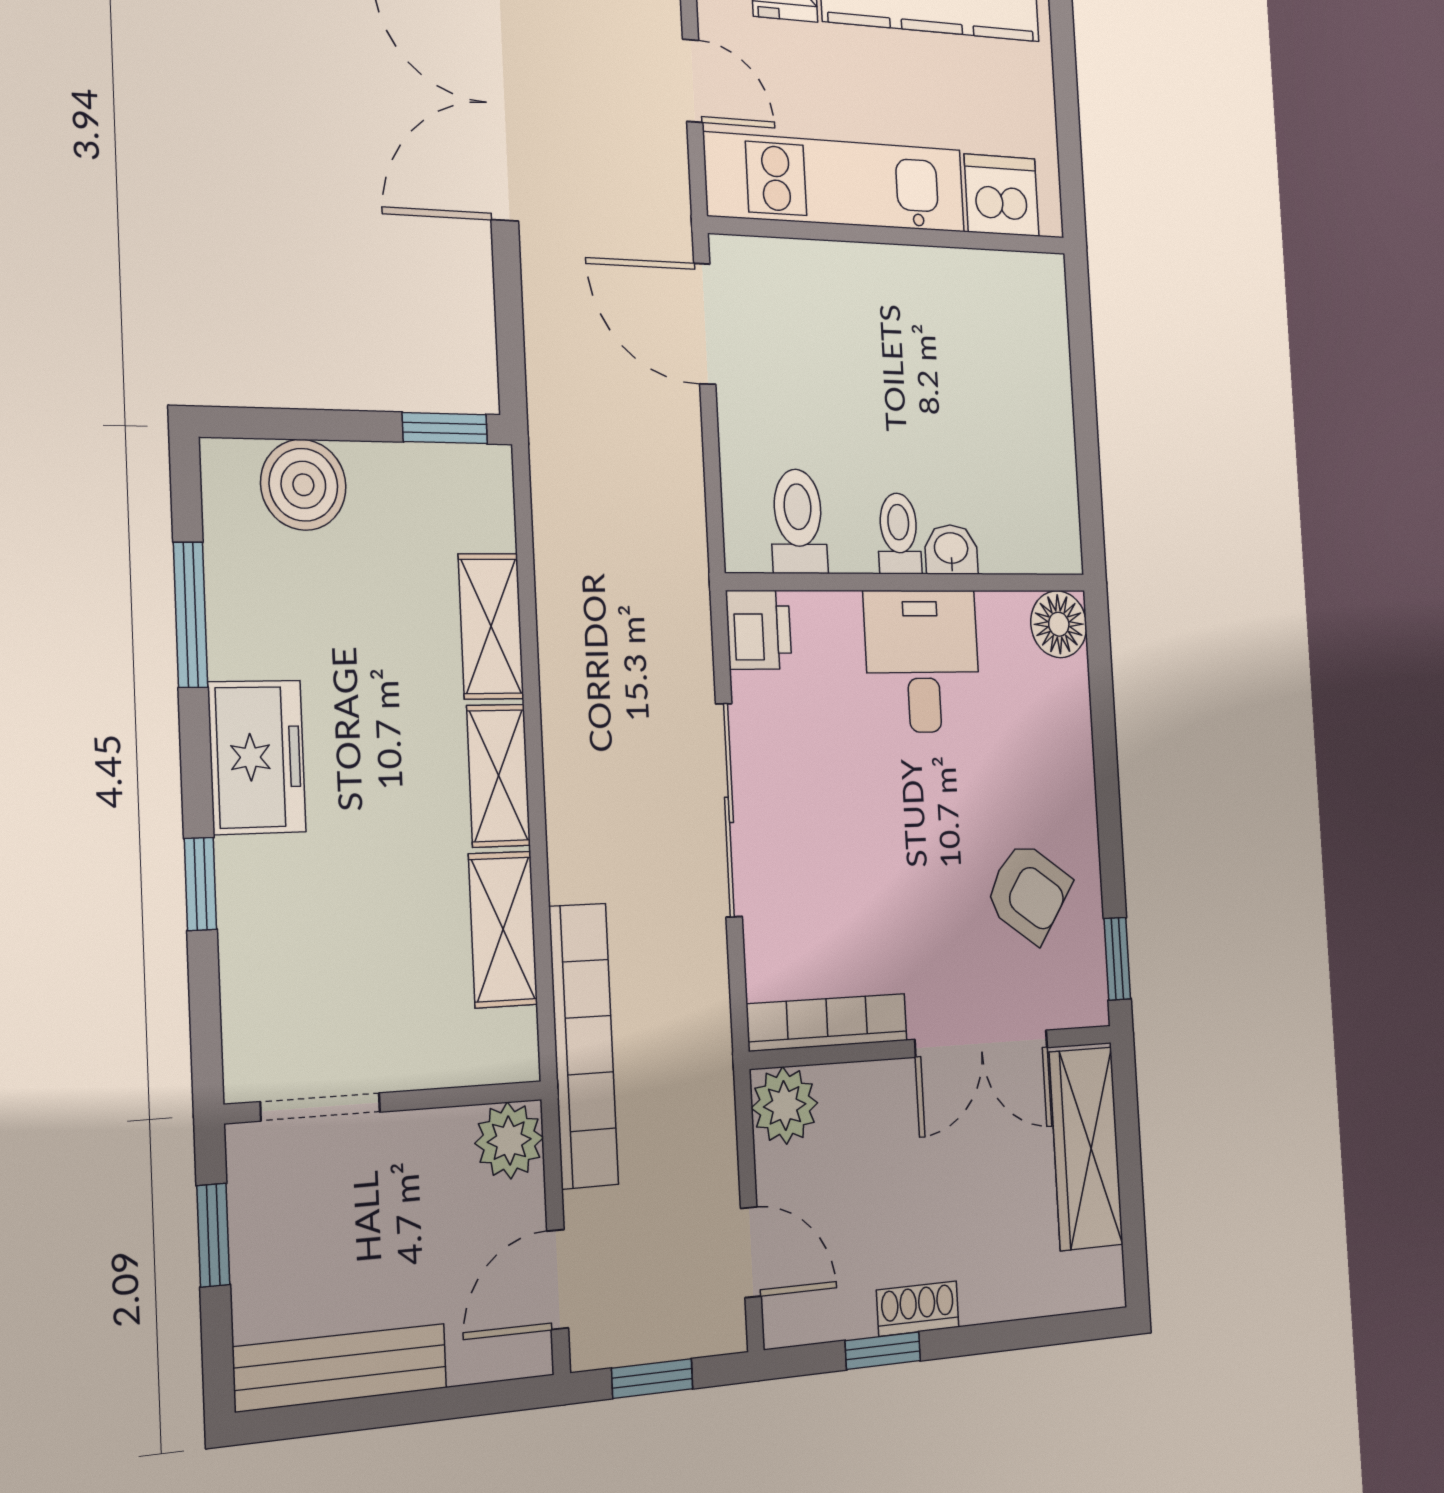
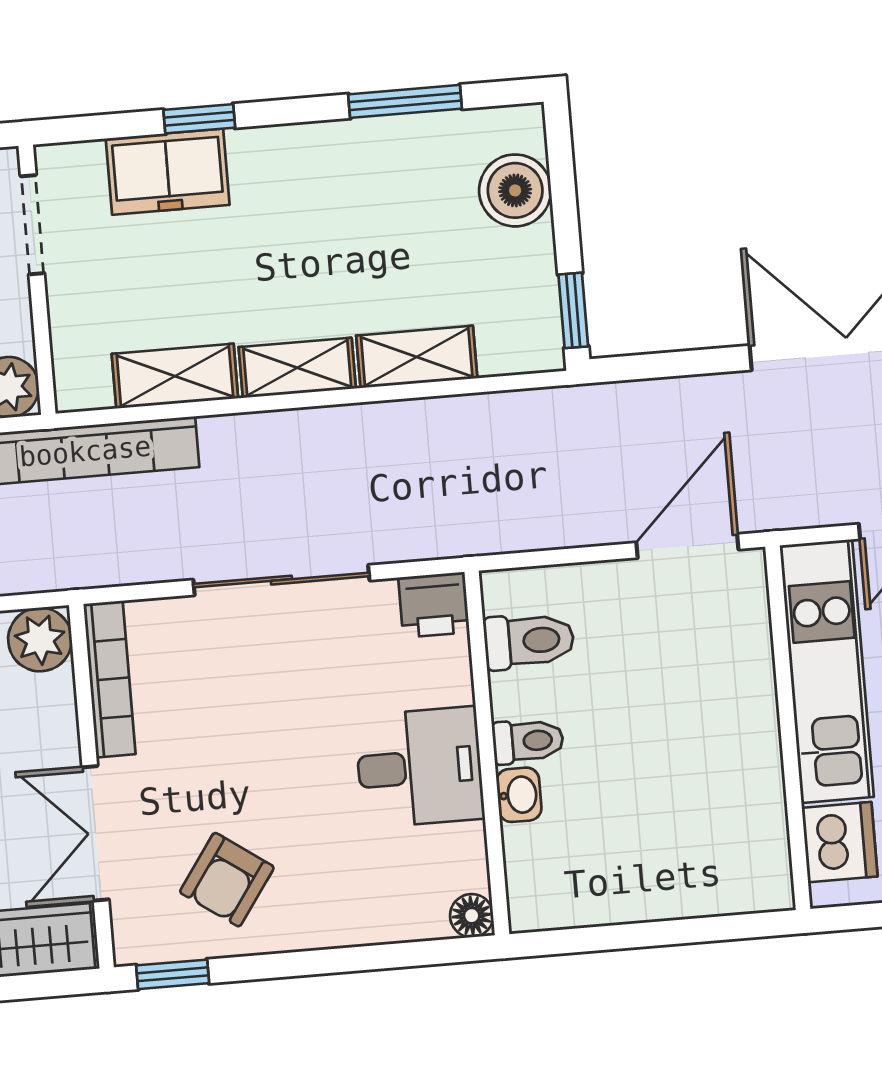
floor lamp: (1059, 624) -> (472, 916), width x0.73, depth x0.73
freezer: (257, 757) -> (168, 172), moved

